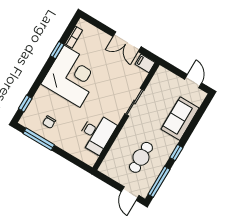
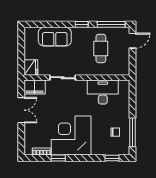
filing cabinet: (145, 63) -> (35, 87), width x2.00
fridge: (163, 76) -> (31, 68), added
door: (193, 81) -> (21, 44), removed
cafe table: (141, 157) -> (101, 48), turned 90

